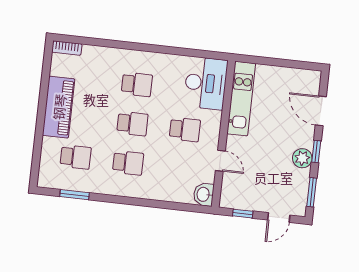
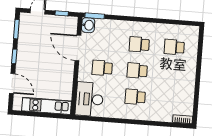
kitchen unit: (241, 99) -> (47, 106), moved, turned 90
piano: (59, 107) -> (187, 80), removed
plant: (302, 158) -> (23, 52), removed
door: (220, 161) -> (78, 48), width x1.88
window: (75, 195) -> (95, 16), moved

